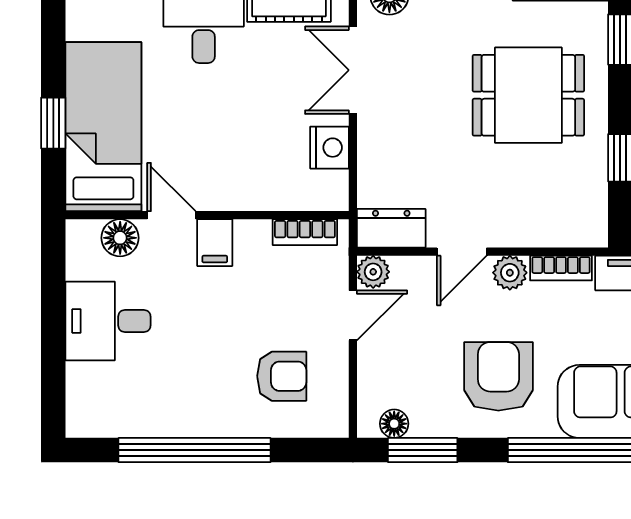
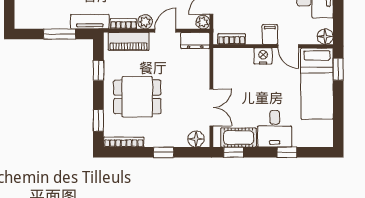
window: (53, 123) -> (338, 69), moved
nightstand: (330, 148) -> (263, 56), moved, turned 90
piano: (549, 226) -> (129, 41), added
floor lamp: (120, 238) -> (325, 37), moved

